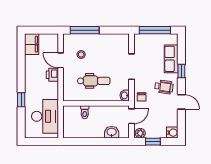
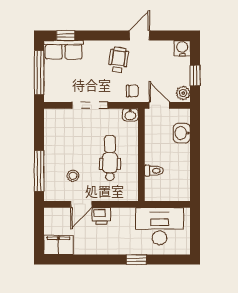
row of seats: (171, 59) -> (64, 50), moved
window: (181, 71) -> (66, 35), moved

